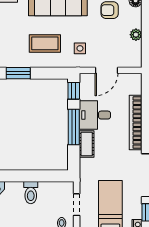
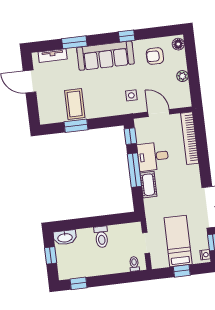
coffee table: (45, 43) -> (75, 104), moved, turned 90
door: (106, 70) -> (159, 113), swing flipped
bookcase: (136, 123) -> (190, 138), moved

